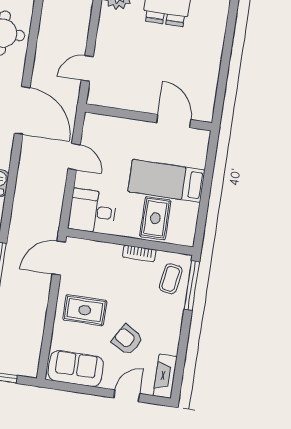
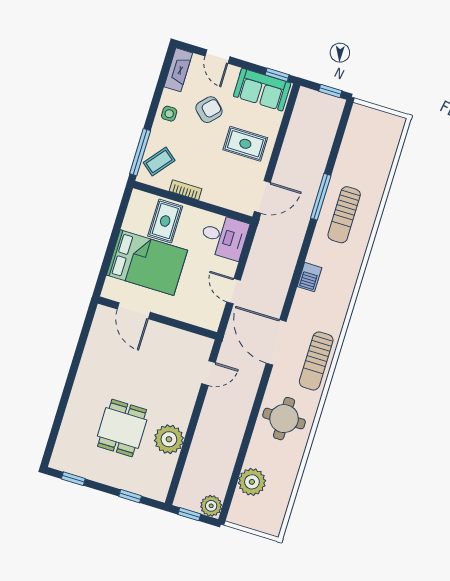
bed: (166, 181) -> (147, 263), width x1.50
coffee table: (171, 279) -> (159, 162), turned 30
side table: (168, 329) -> (169, 114), added
armchair: (127, 340) -> (209, 110), turned -77
window: (63, 386) -> (277, 75), added
door: (127, 396) -> (217, 56), hinge flipped

